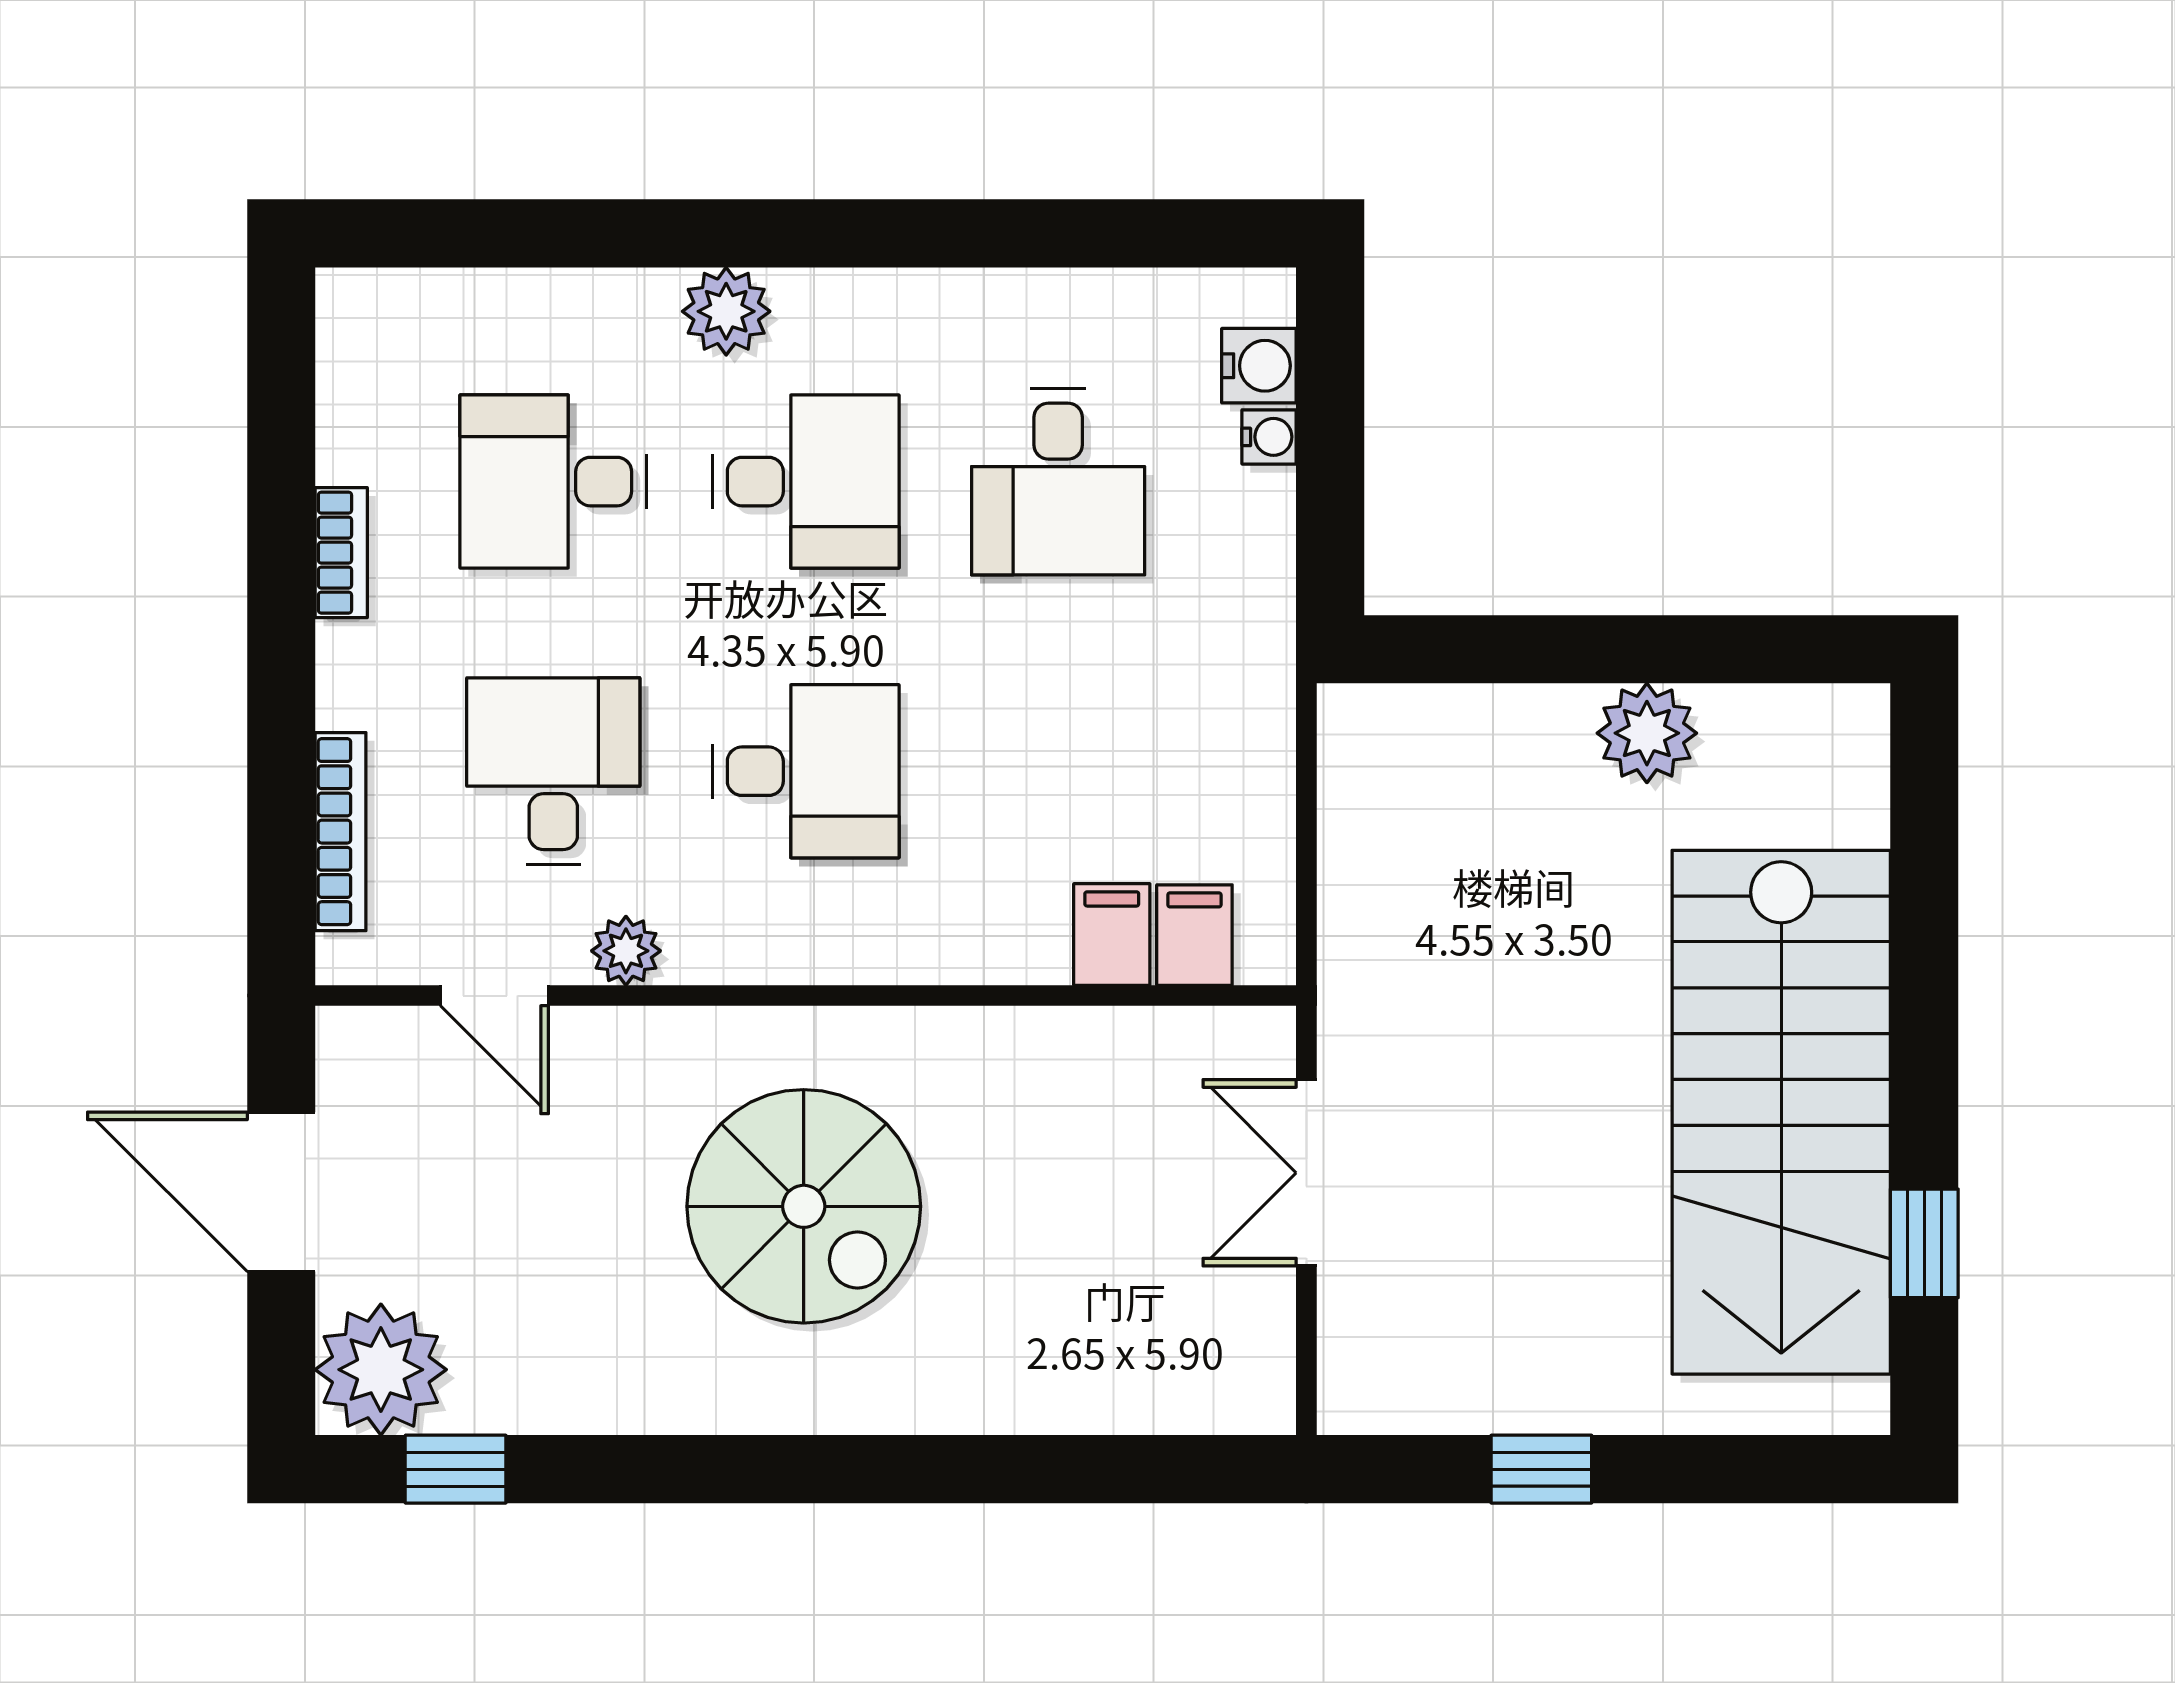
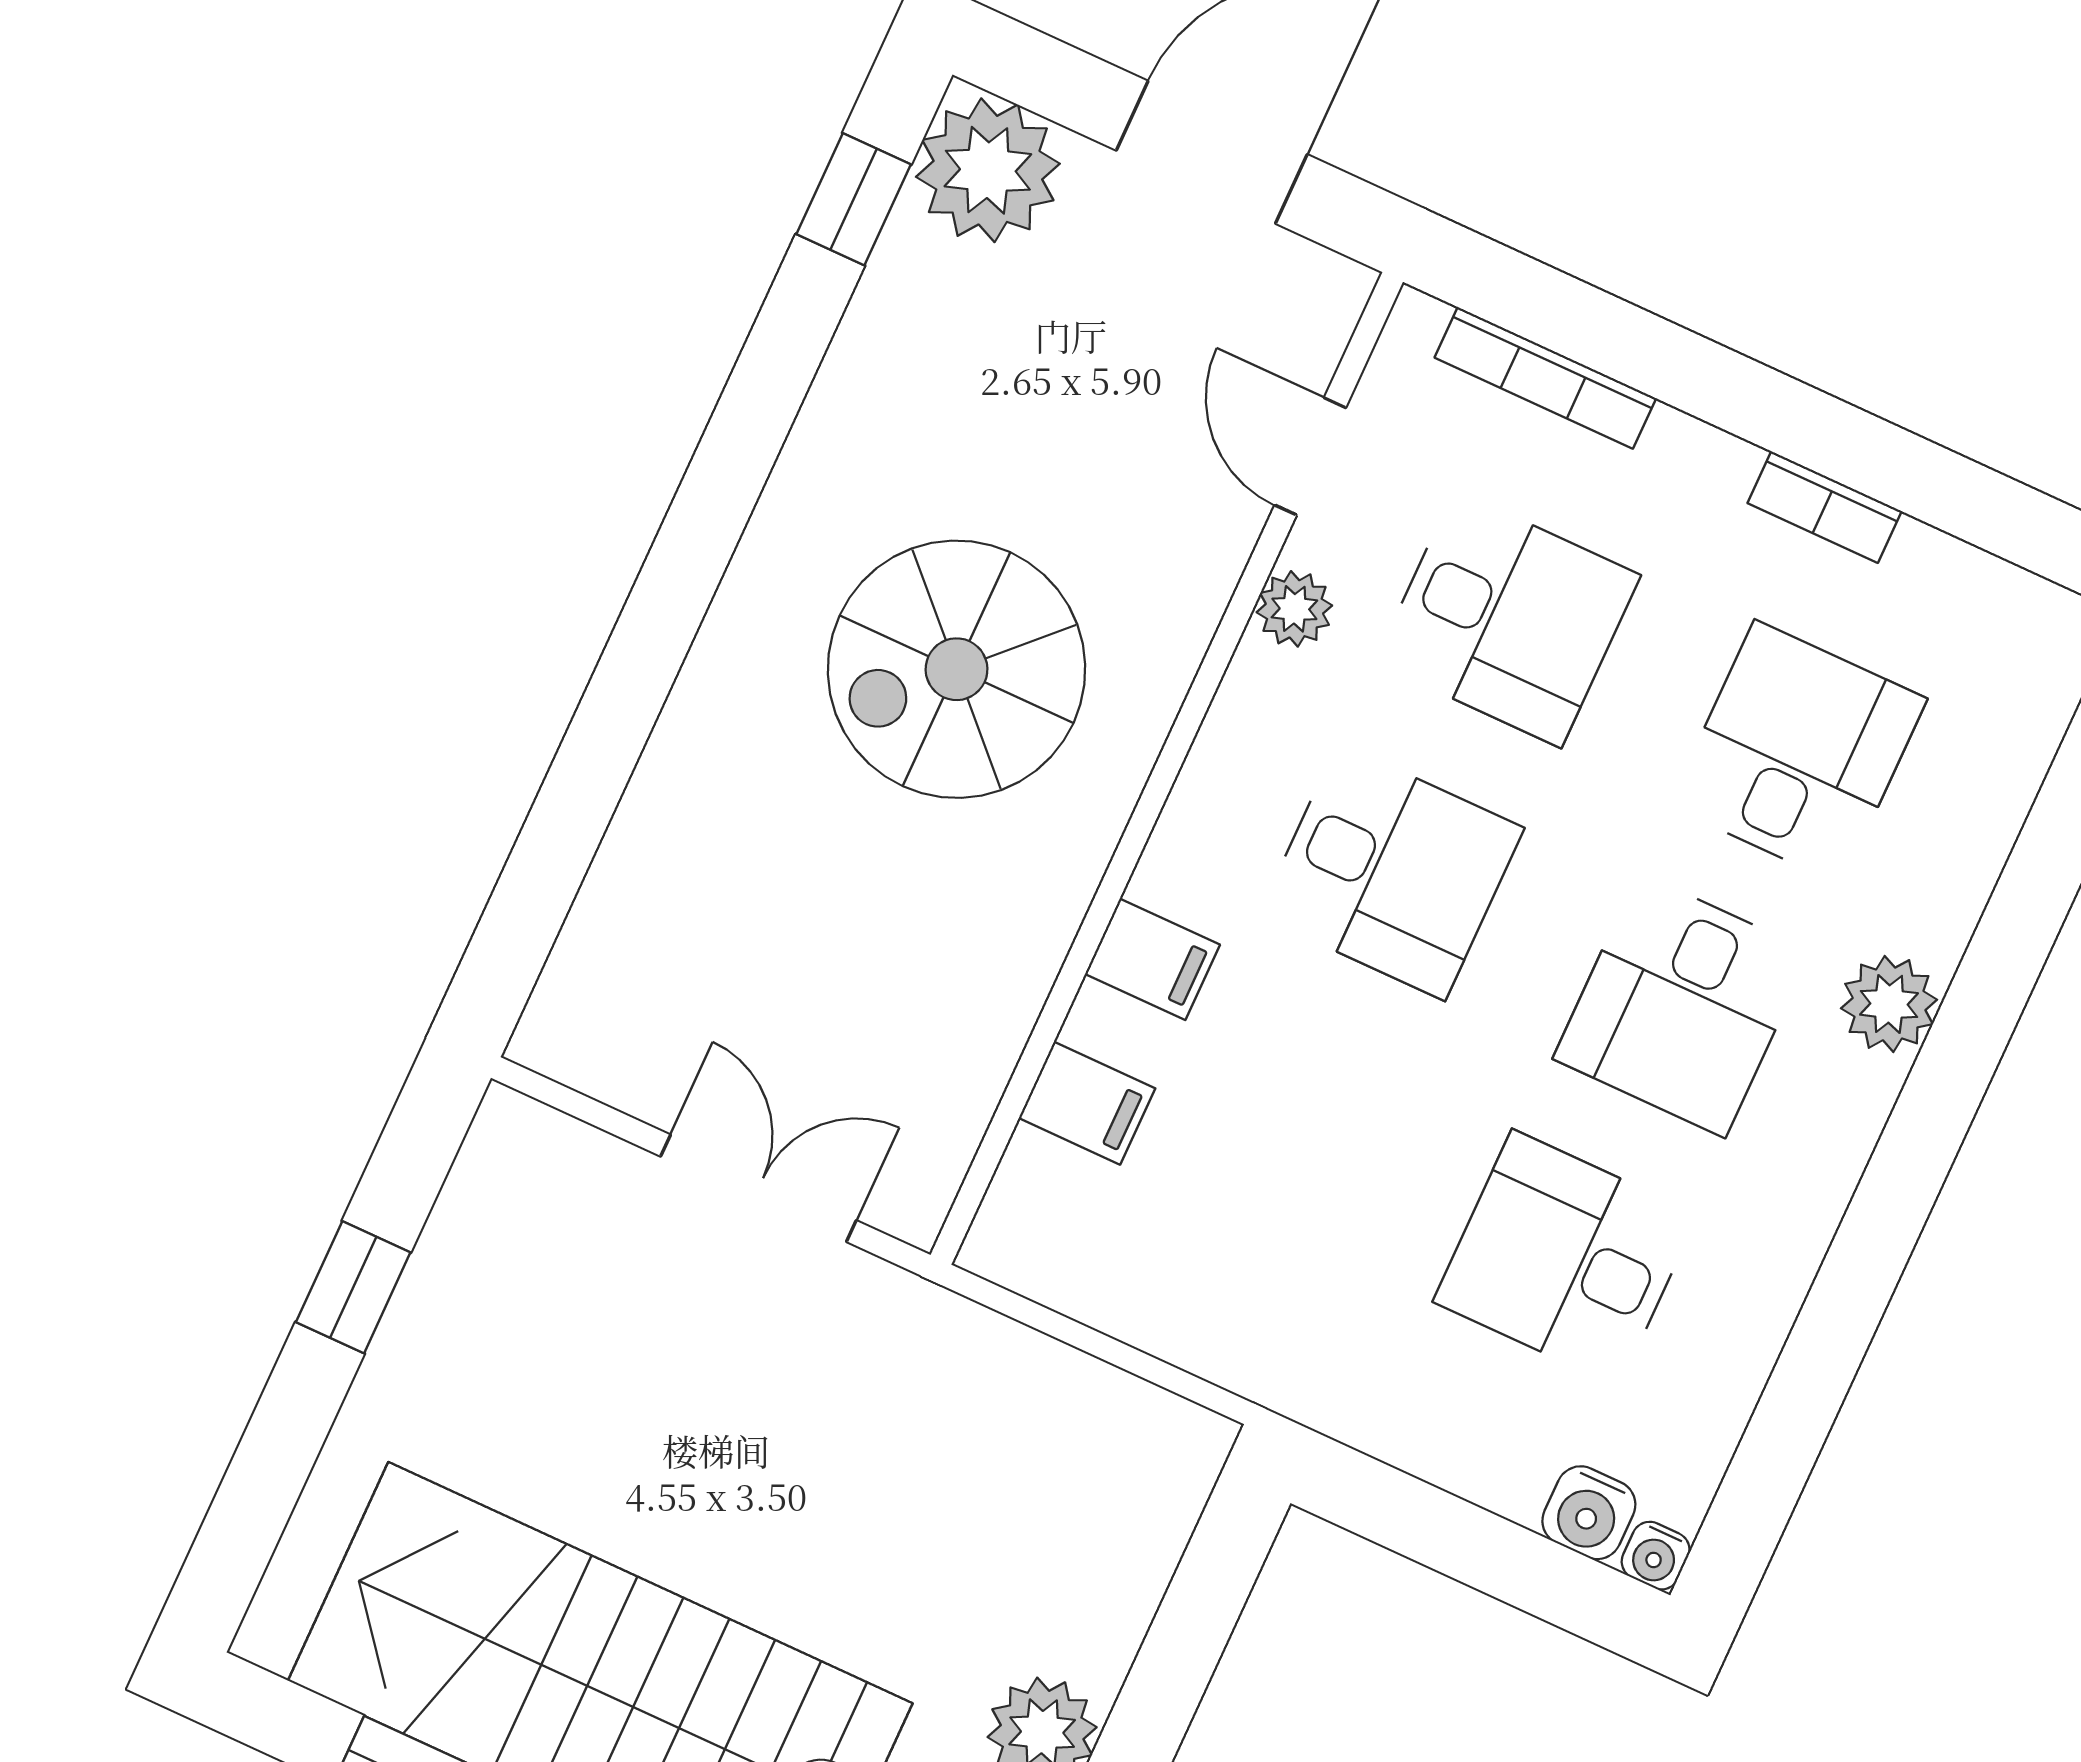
water cooler: (1269, 437) -> (1656, 1556), moved
desk: (806, 771) -> (1392, 872), turned -90
filing cabinet: (1194, 935) -> (1152, 959), moved
door: (494, 996) -> (1310, 456), hinge flipped

